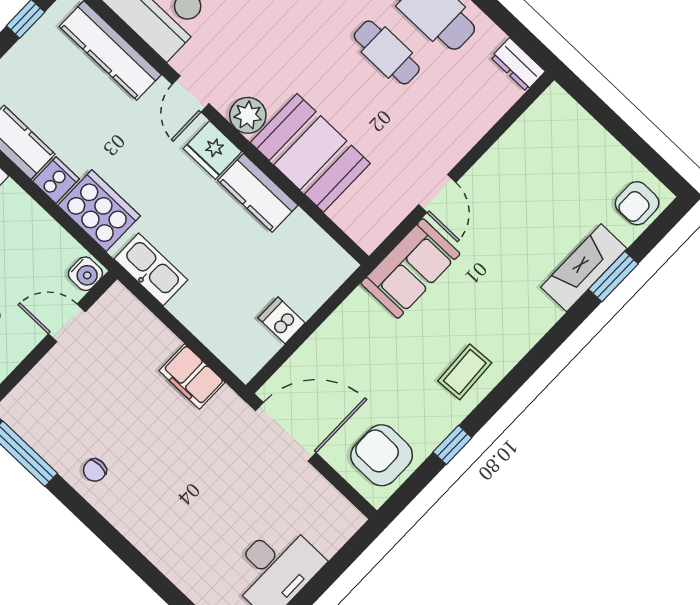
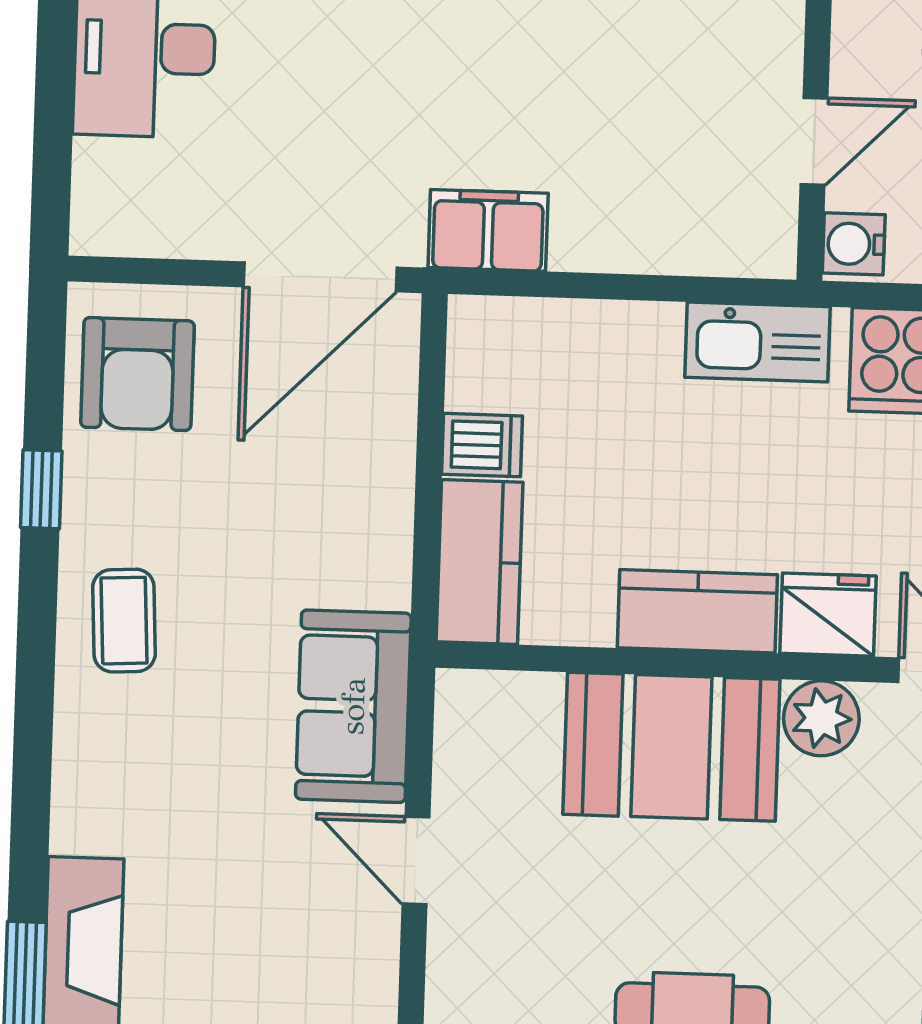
kitchen counter: (320, 280) -> (479, 562), added
filing cabinet: (192, 377) -> (488, 230), moved
armchair: (382, 455) -> (137, 374), turned 90

